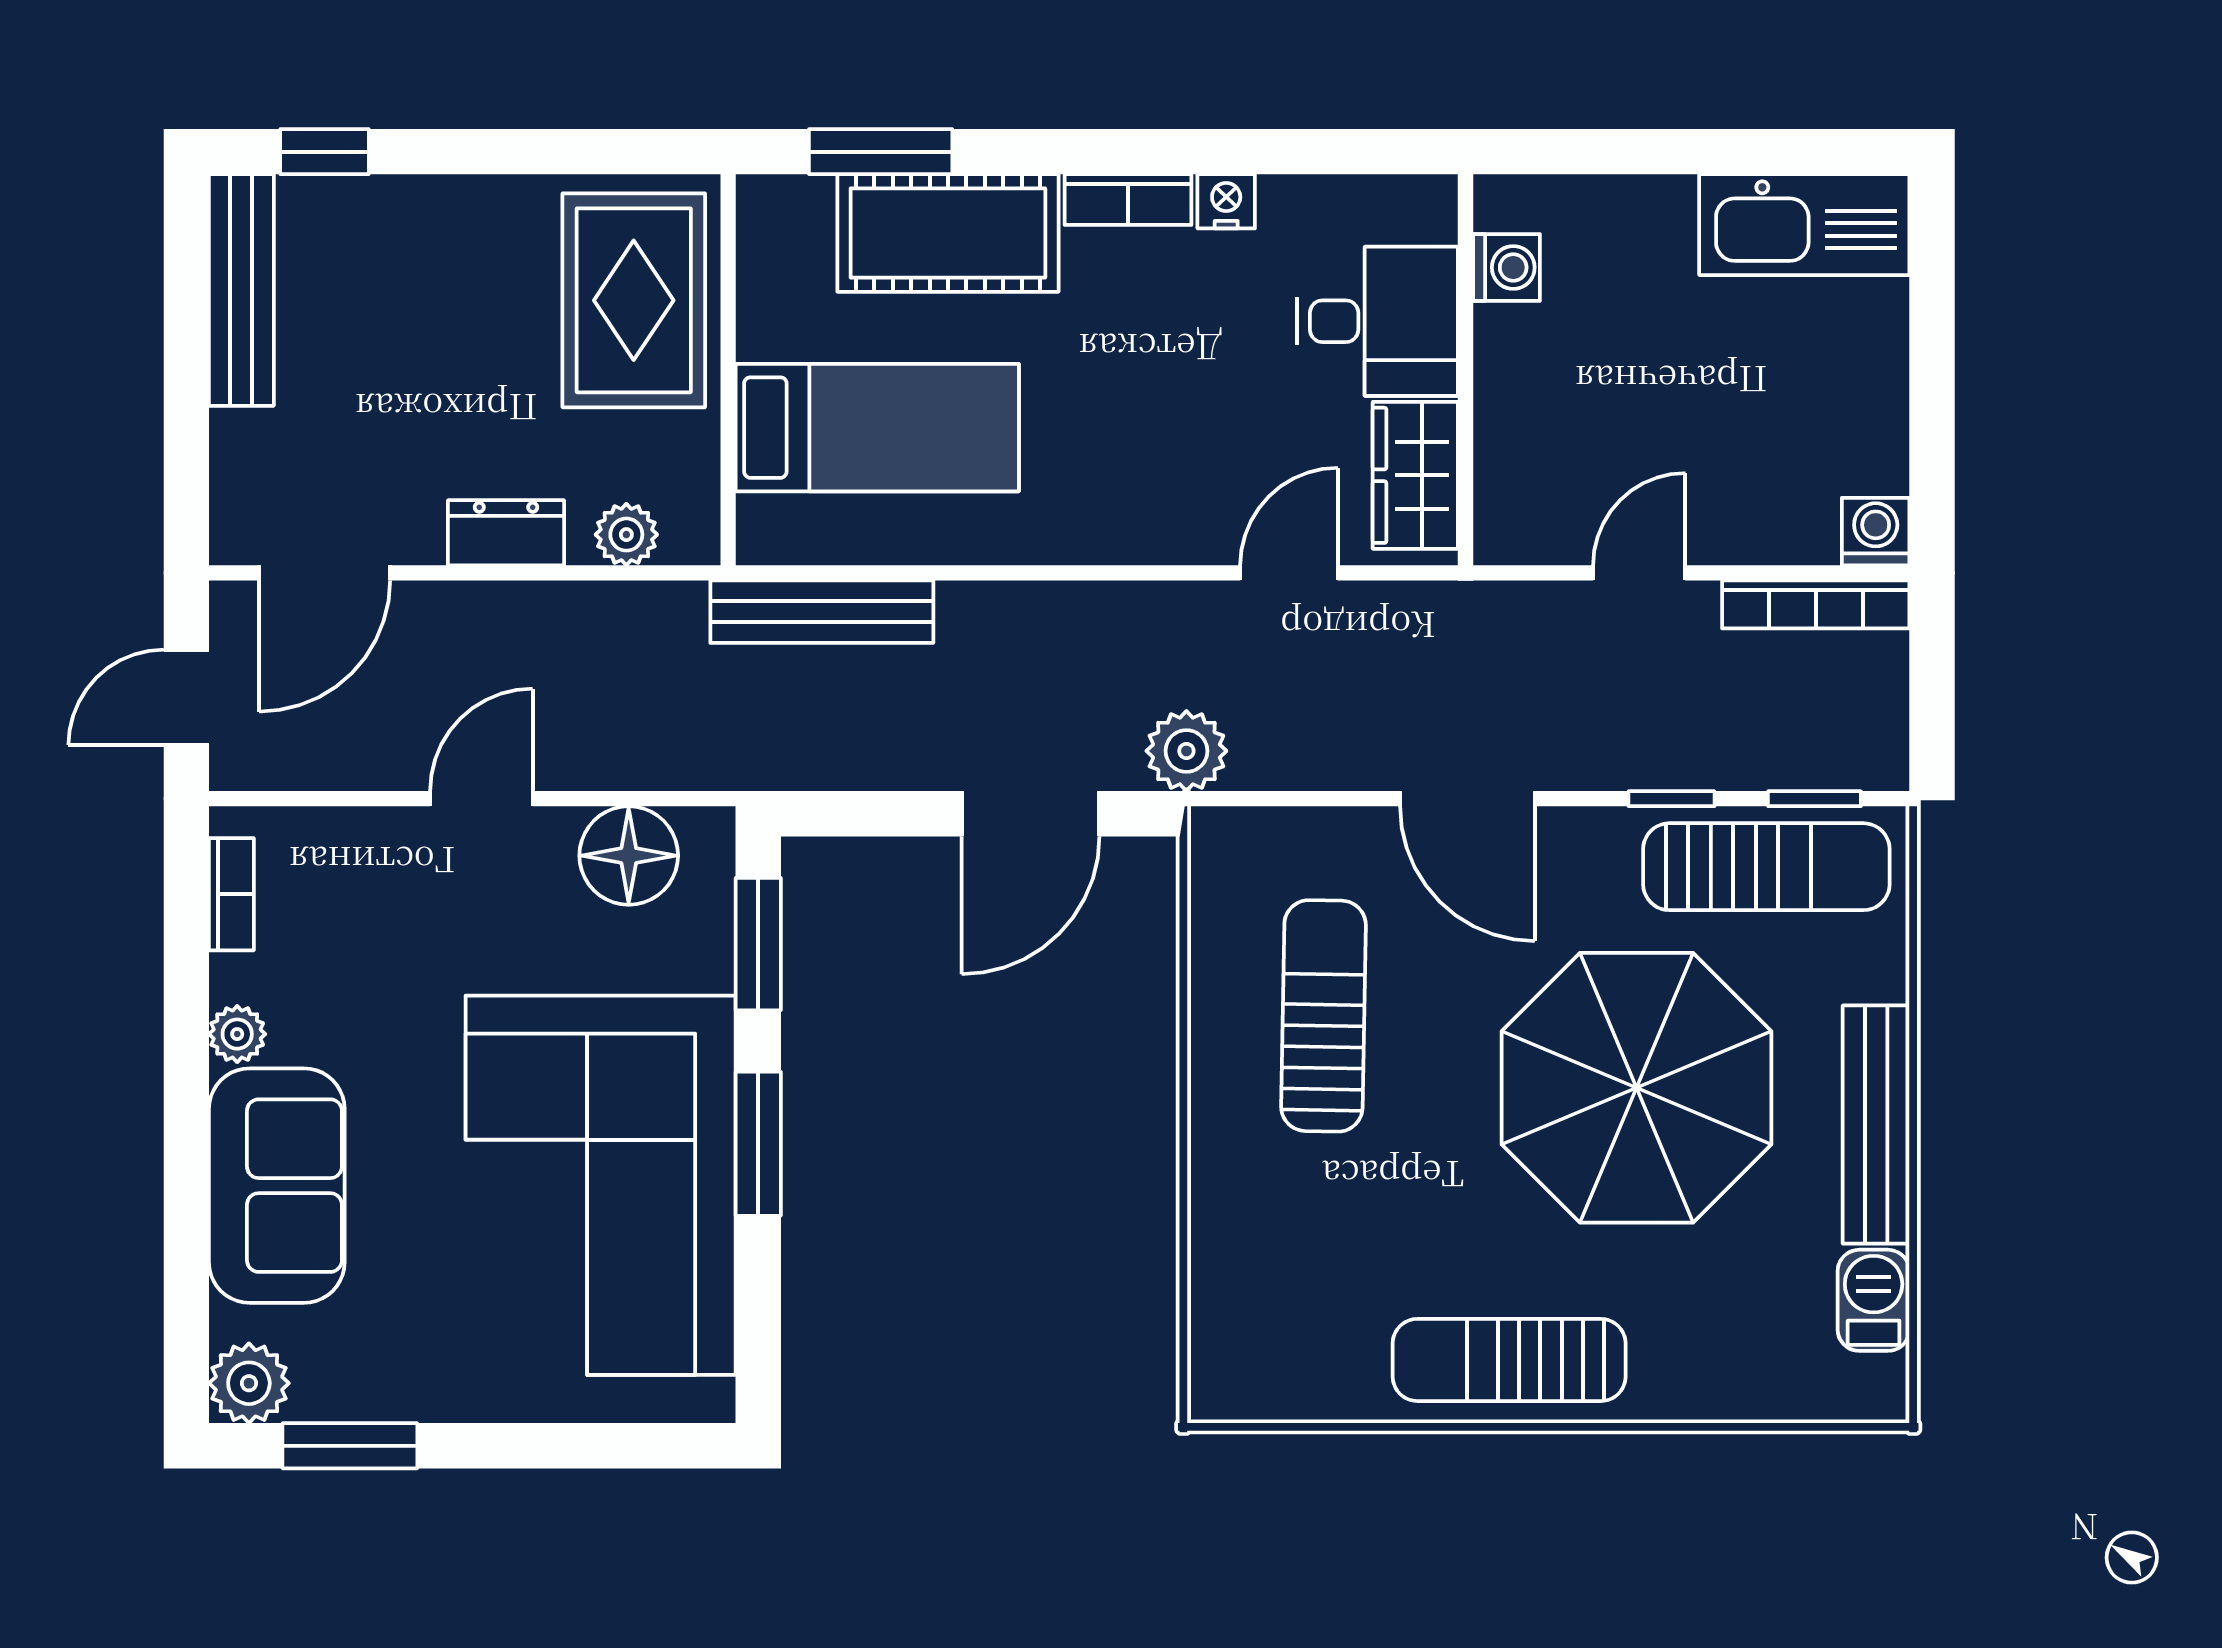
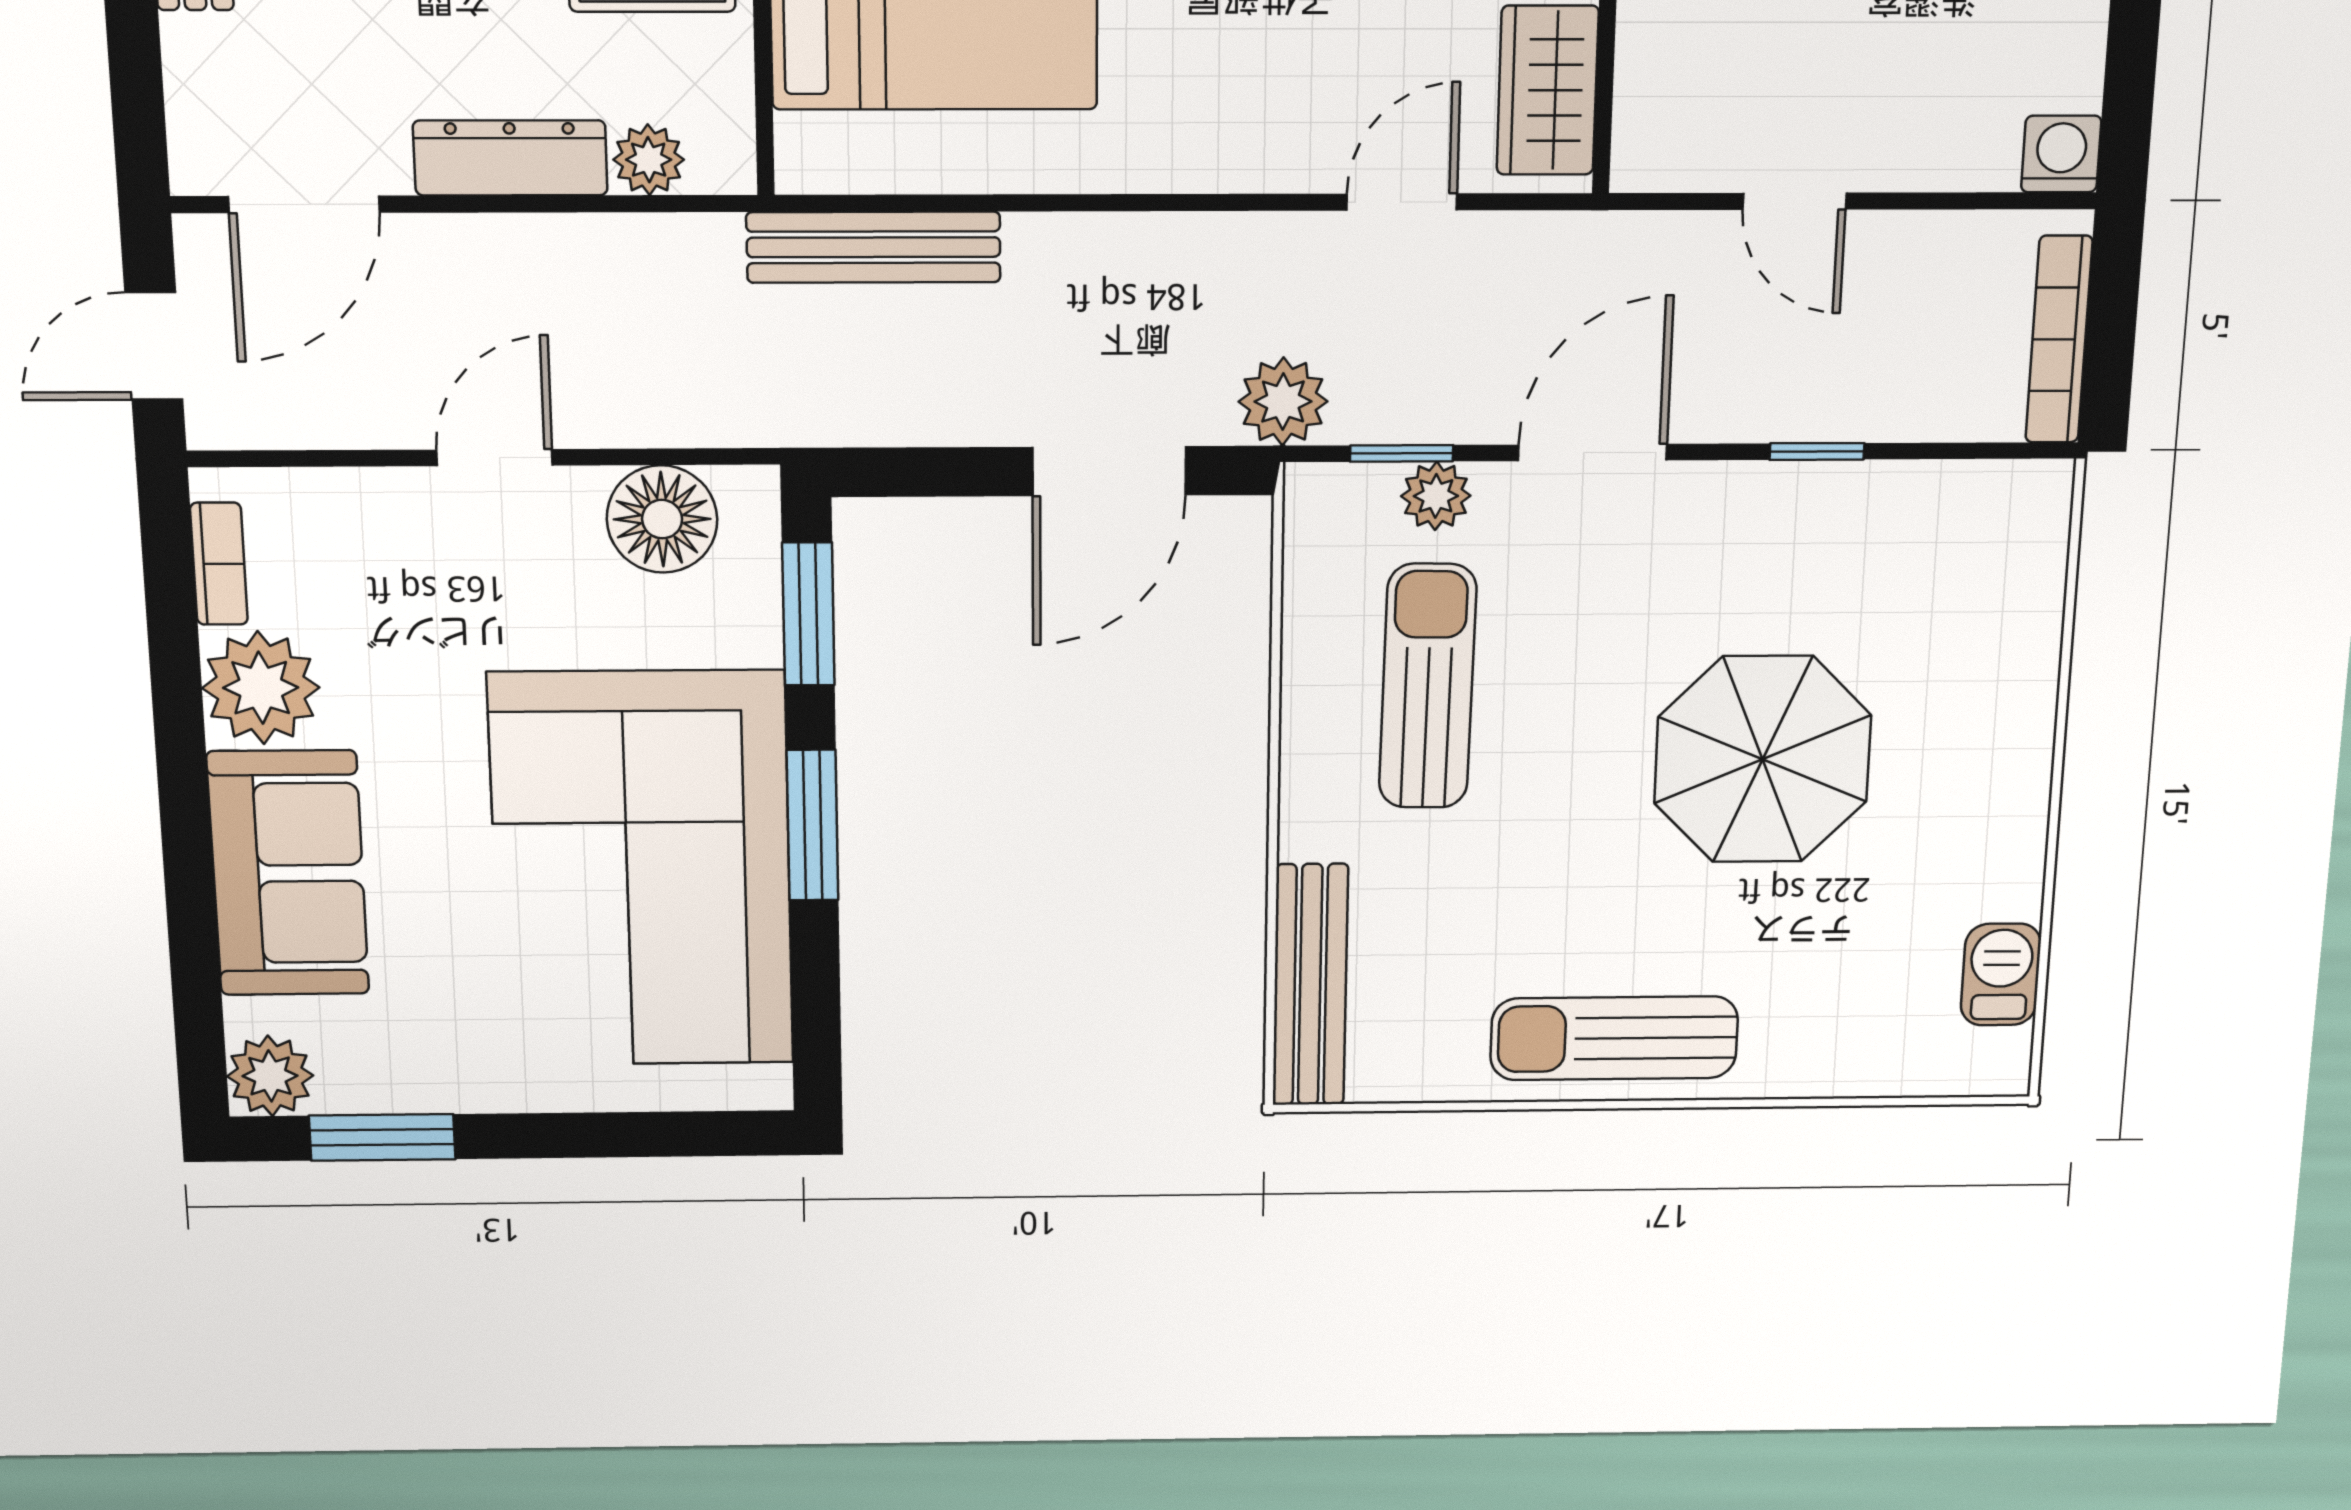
dresser: (506, 533) -> (510, 158), width x1.44
door: (1639, 573) -> (1795, 201), swing flipped
bookcase: (1816, 604) -> (2059, 340), moved, turned 90
door: (1467, 799) -> (1593, 452), swing flipped
window: (1814, 799) -> (1402, 453), moved
plant: (1326, 838) -> (1436, 496), added
sun lounger: (1766, 867) -> (1916, 525), removed
plant: (237, 1034) -> (261, 688), width x1.87, depth x1.87
parasol: (1637, 1088) -> (1763, 759), width x0.73, depth x0.73
bench: (1876, 1125) -> (1310, 985), moved

